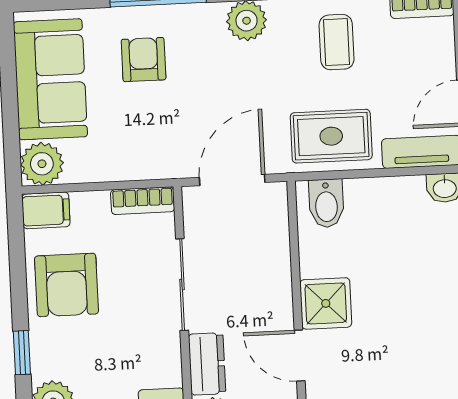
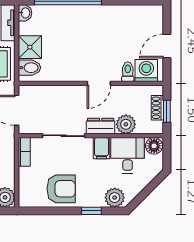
filing cabinet: (46, 210) -> (101, 148), moved, turned 180
shower: (326, 303) -> (30, 47), moved

